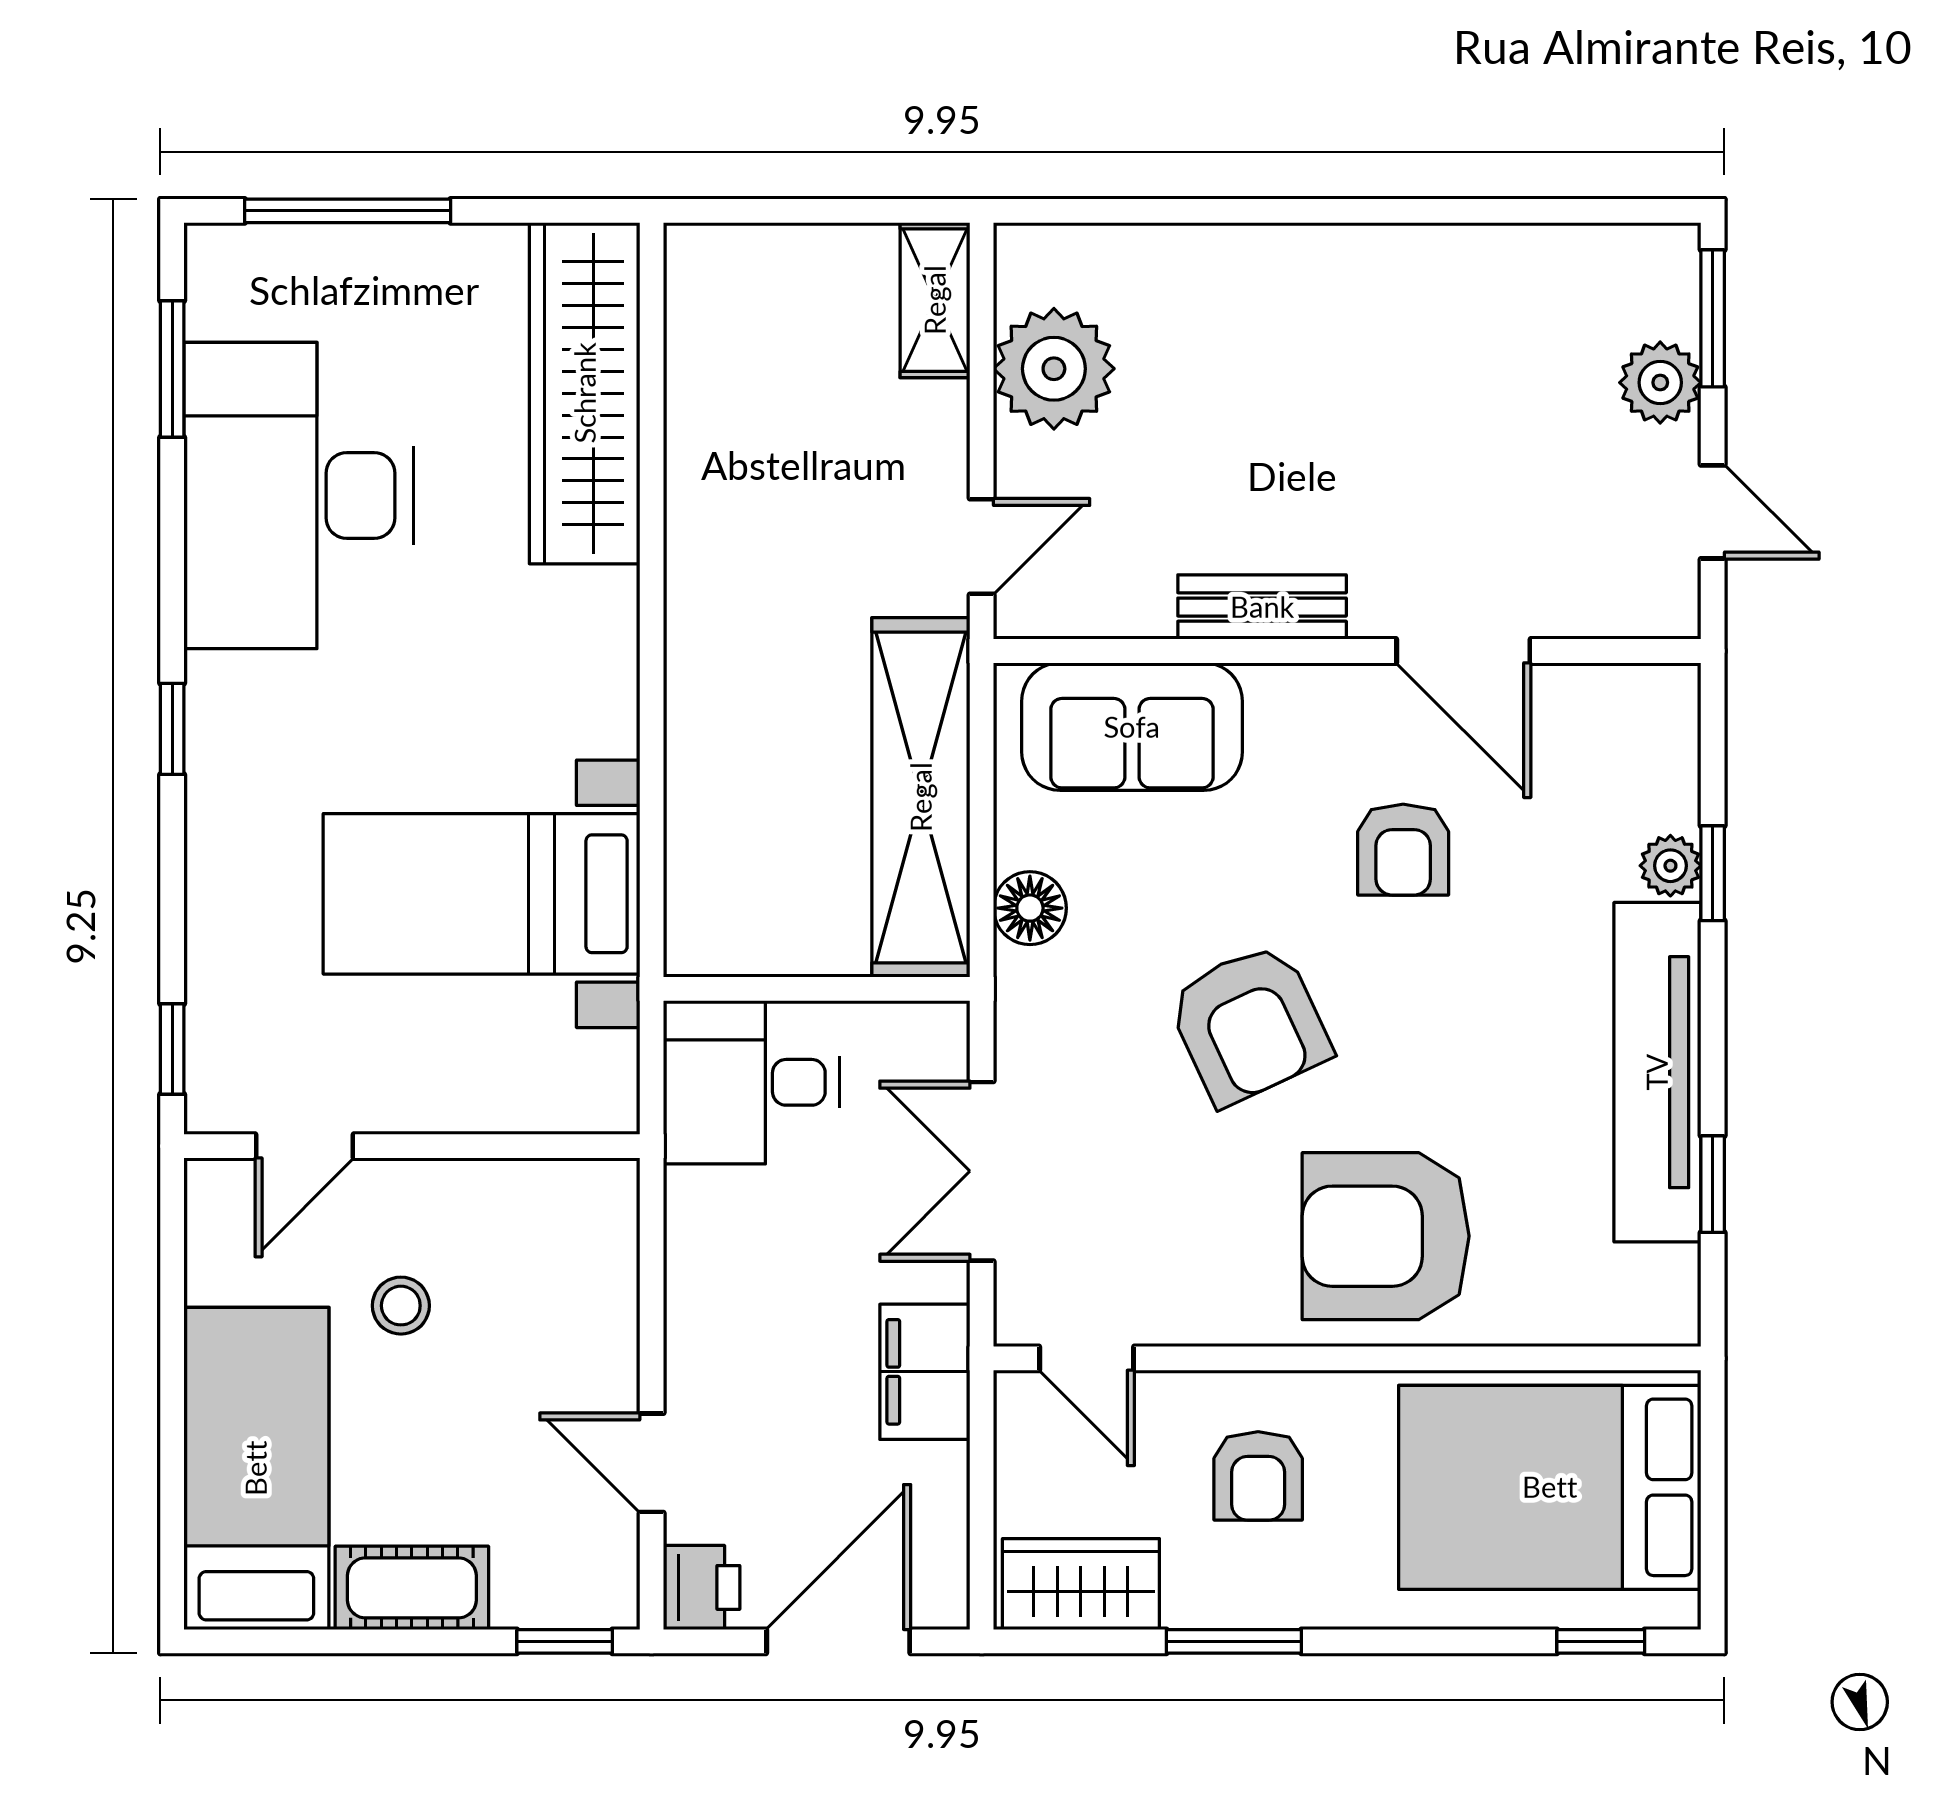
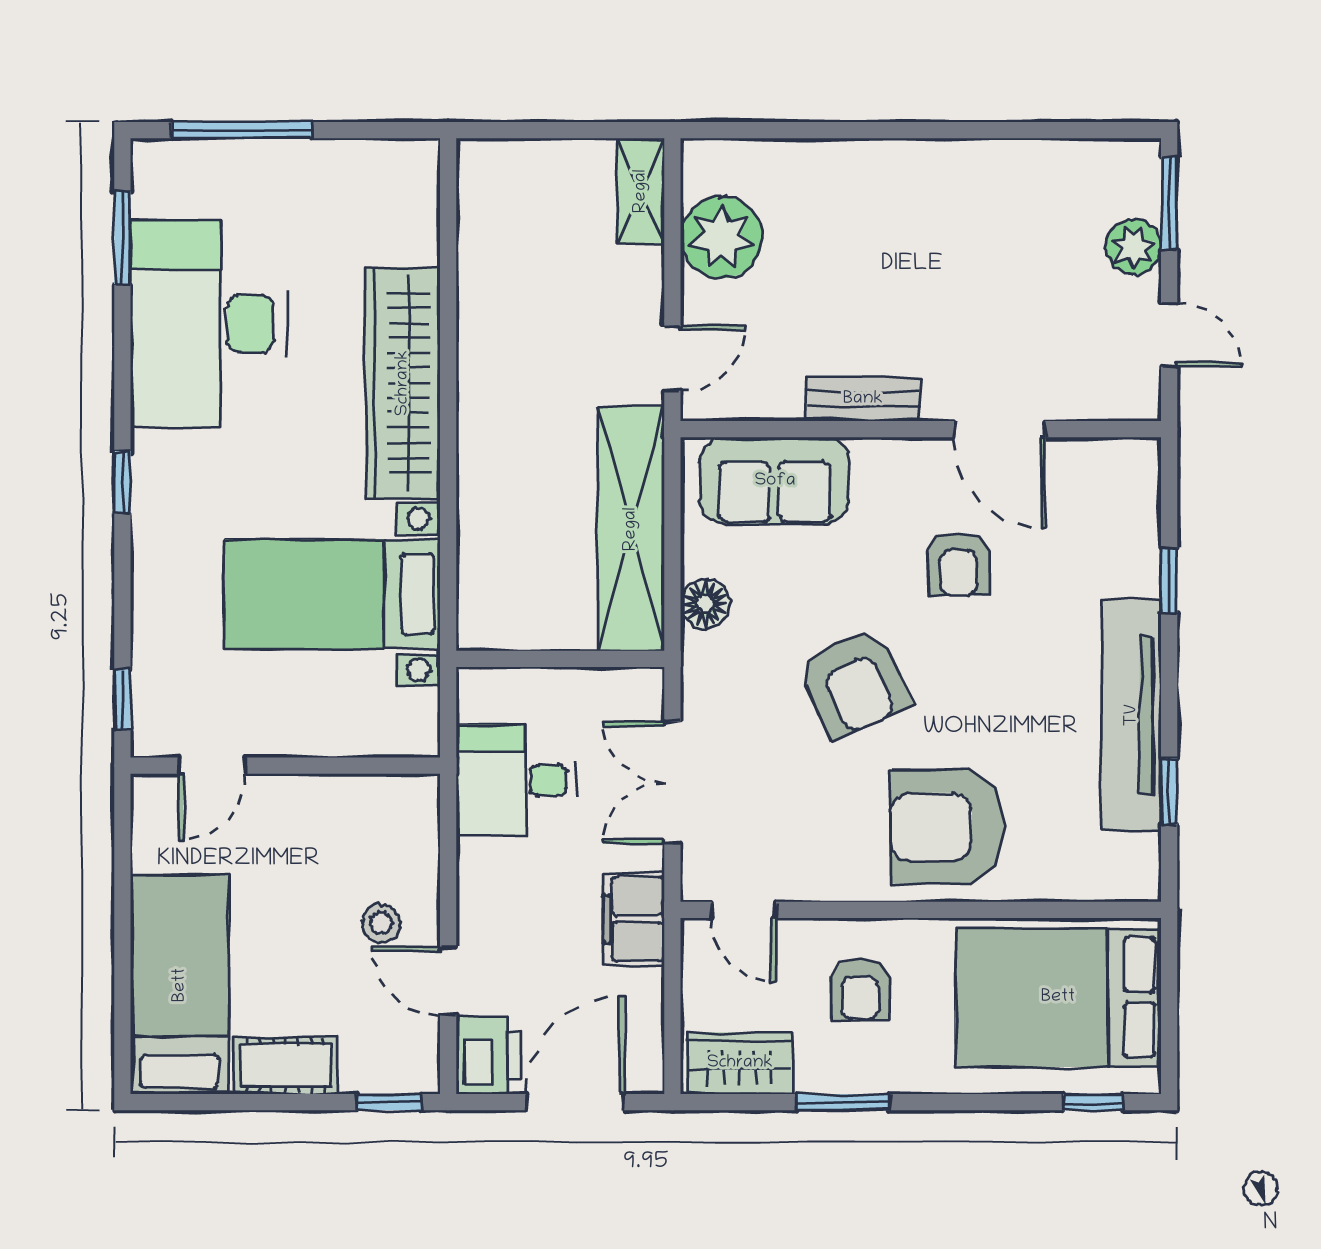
wardrobe: (585, 393) -> (403, 383), moved
plant: (1670, 866) -> (1140, 575), removed
desk: (751, 1082) -> (516, 780), moved
stool: (401, 1306) -> (381, 923), moved
printer: (702, 1587) -> (488, 1055), width x1.36, depth x1.24

